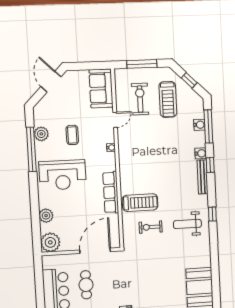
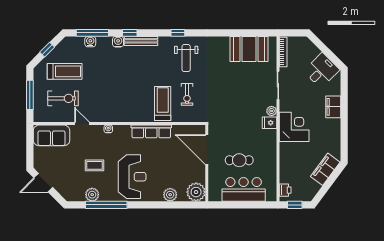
exercise bike: (140, 99) -> (63, 98), turned 180

